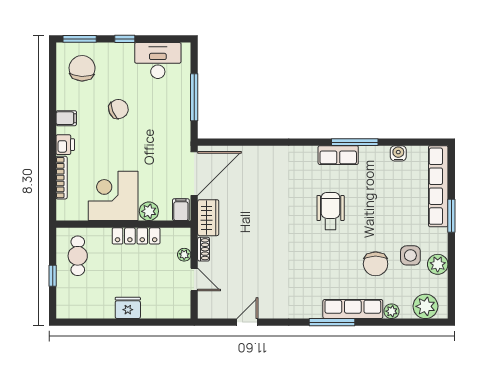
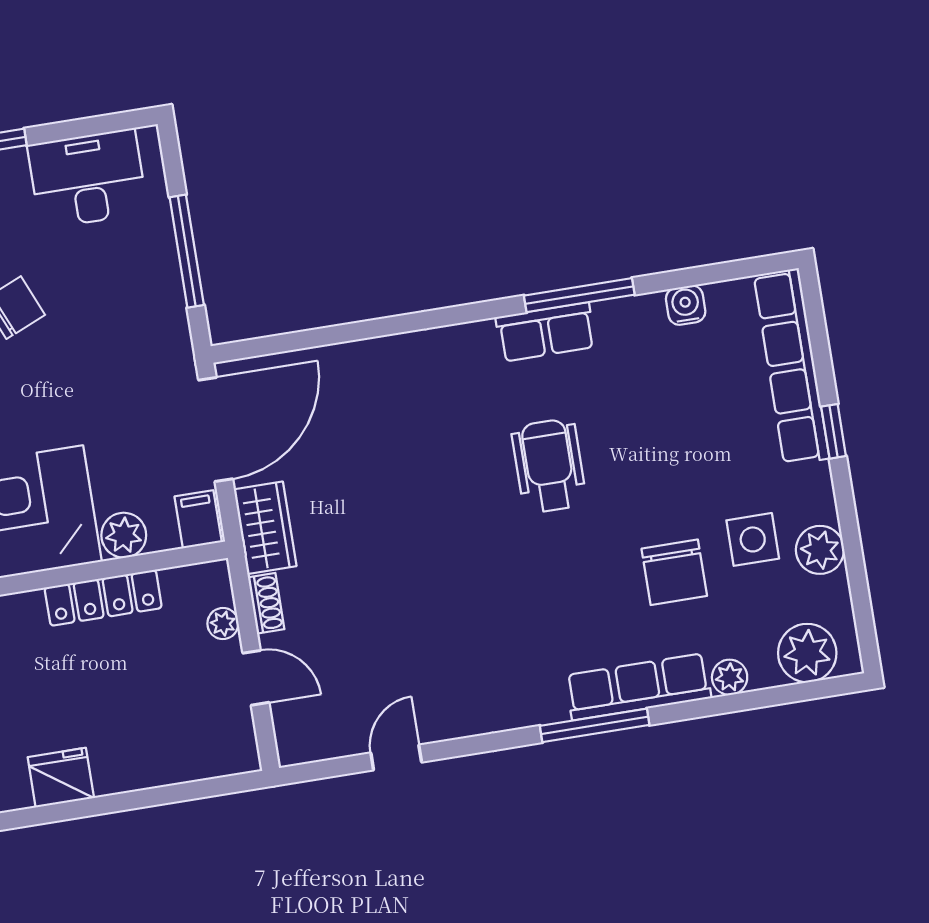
window: (451, 216) -> (834, 431), width x0.67
fridge: (128, 308) -> (61, 778), moved

